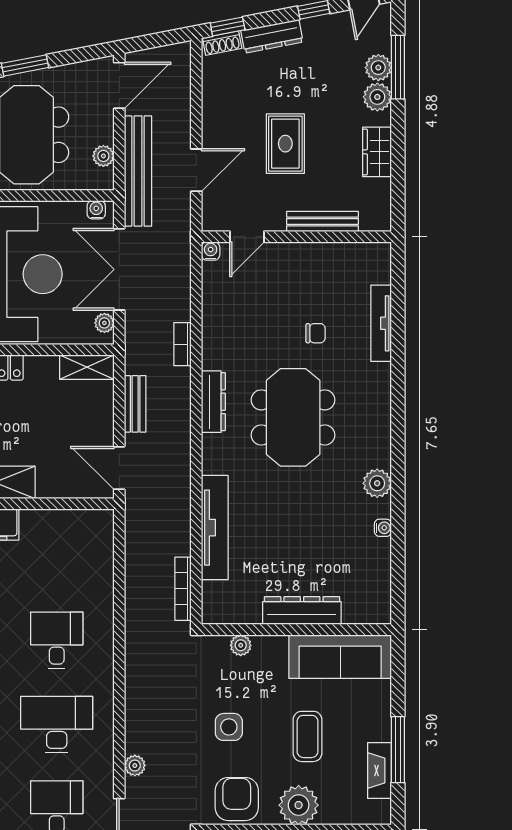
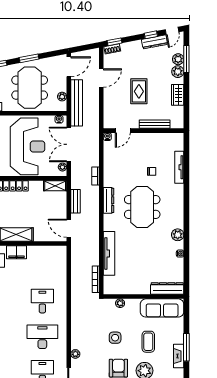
dresser: (272, 36) -> (155, 42), moved
door: (196, 170) -> (101, 78), moved
dresser: (302, 611) -> (167, 288), moved

